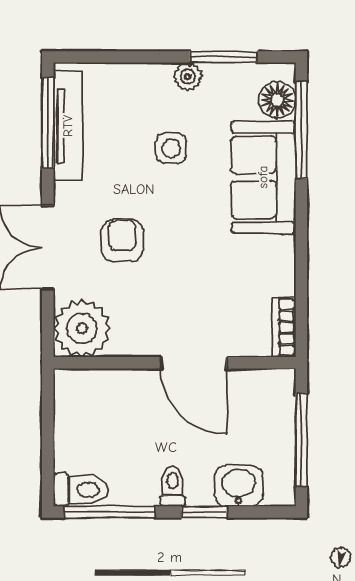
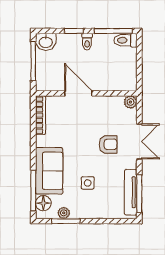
plant: (188, 77) -> (64, 213), moved
armchair: (122, 240) -> (108, 144), turned -90
bookcase: (284, 327) -> (41, 115), width x1.56
plant: (82, 328) -> (130, 102), width x0.53, depth x0.53
washbasin: (239, 486) -> (46, 42), moved

